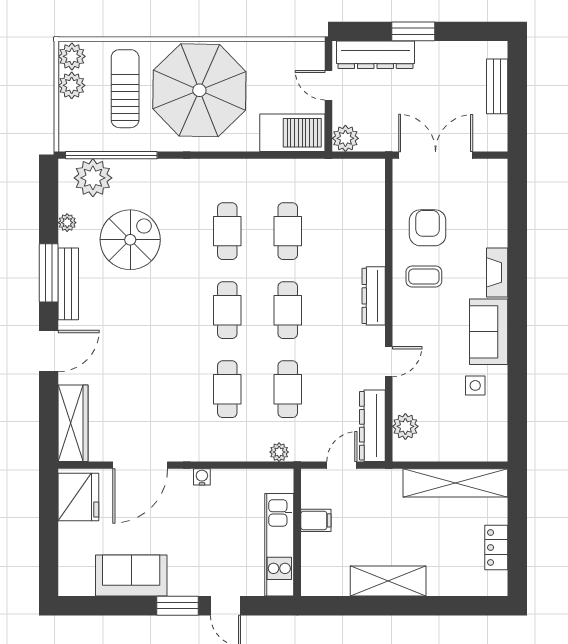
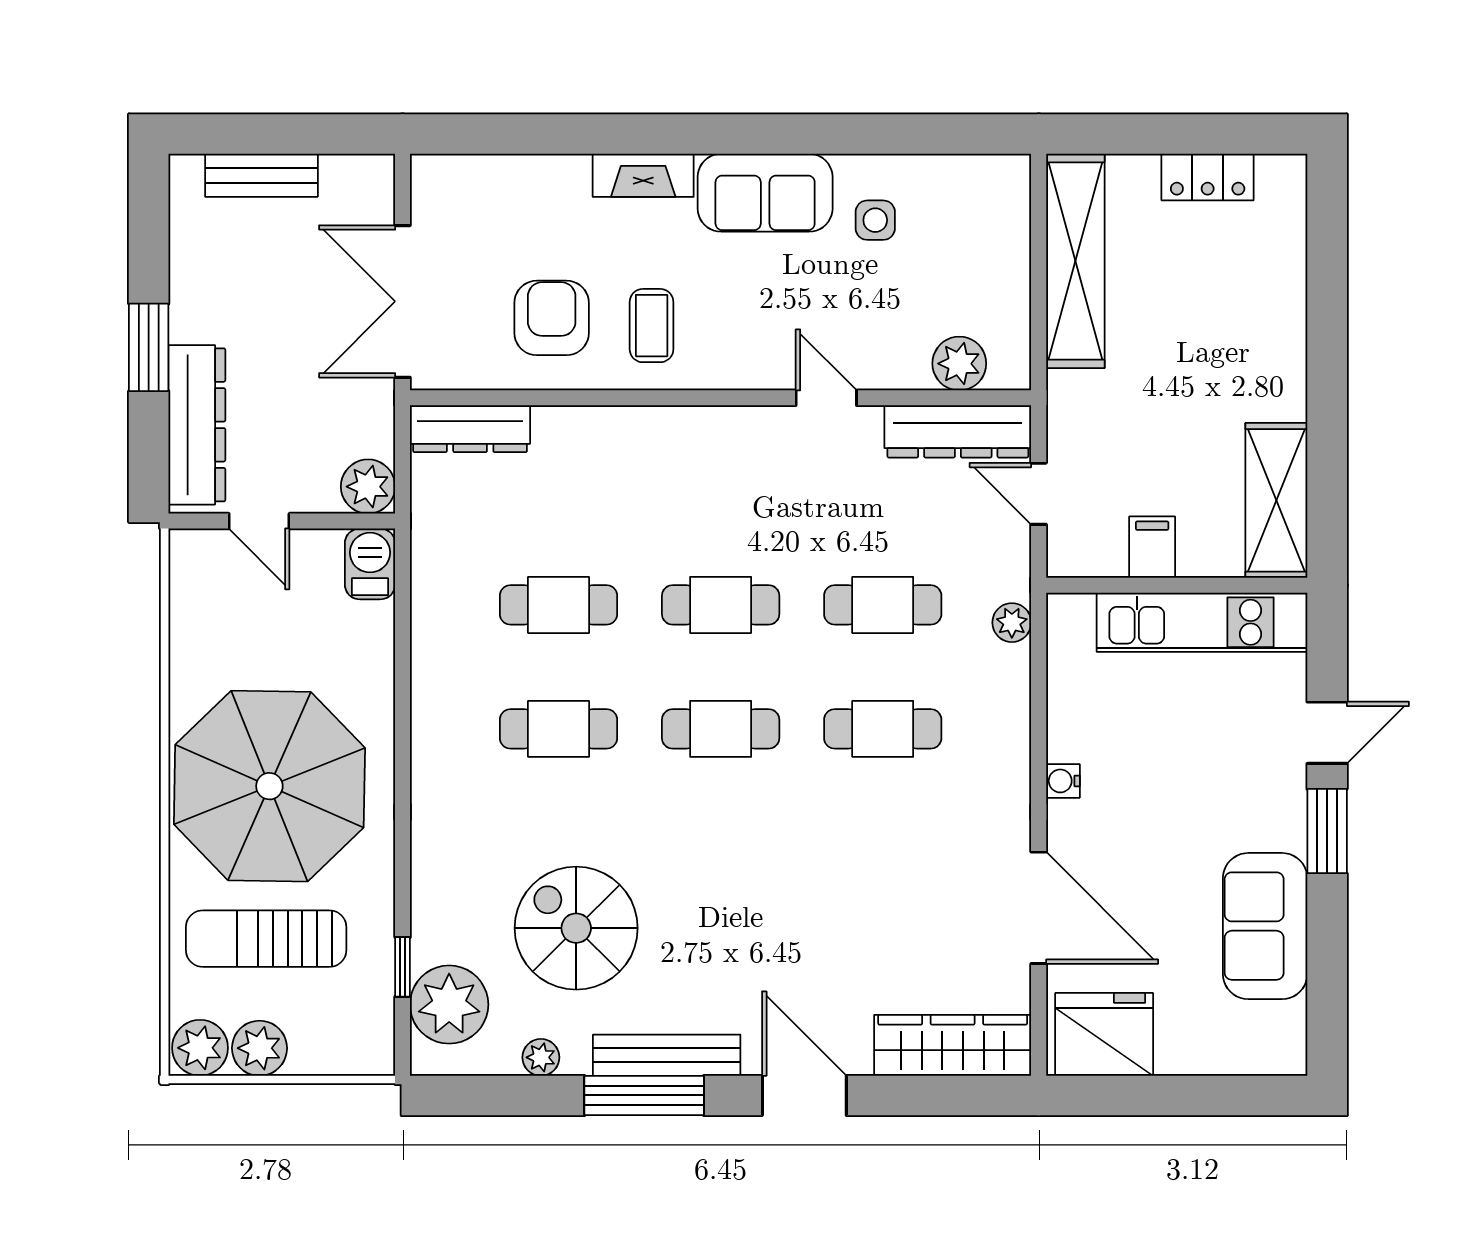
door: (329, 85) -> (259, 521), hinge flipped
barbecue: (292, 133) -> (370, 564), width x0.53, depth x0.65
window: (111, 155) -> (403, 967), width x0.32
armchair: (428, 228) -> (552, 318), turned 90
dresser: (374, 296) -> (470, 429), moved
shelving: (388, 581) -> (1276, 500), moved

